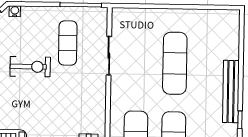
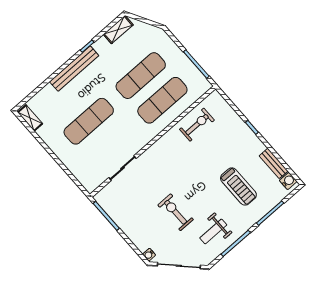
shelving: (223, 16) -> (30, 118), added
exercise mat: (68, 43) -> (138, 202), removed

